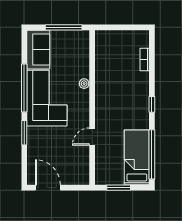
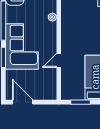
corner sofa: (47, 98) -> (22, 46), moved

